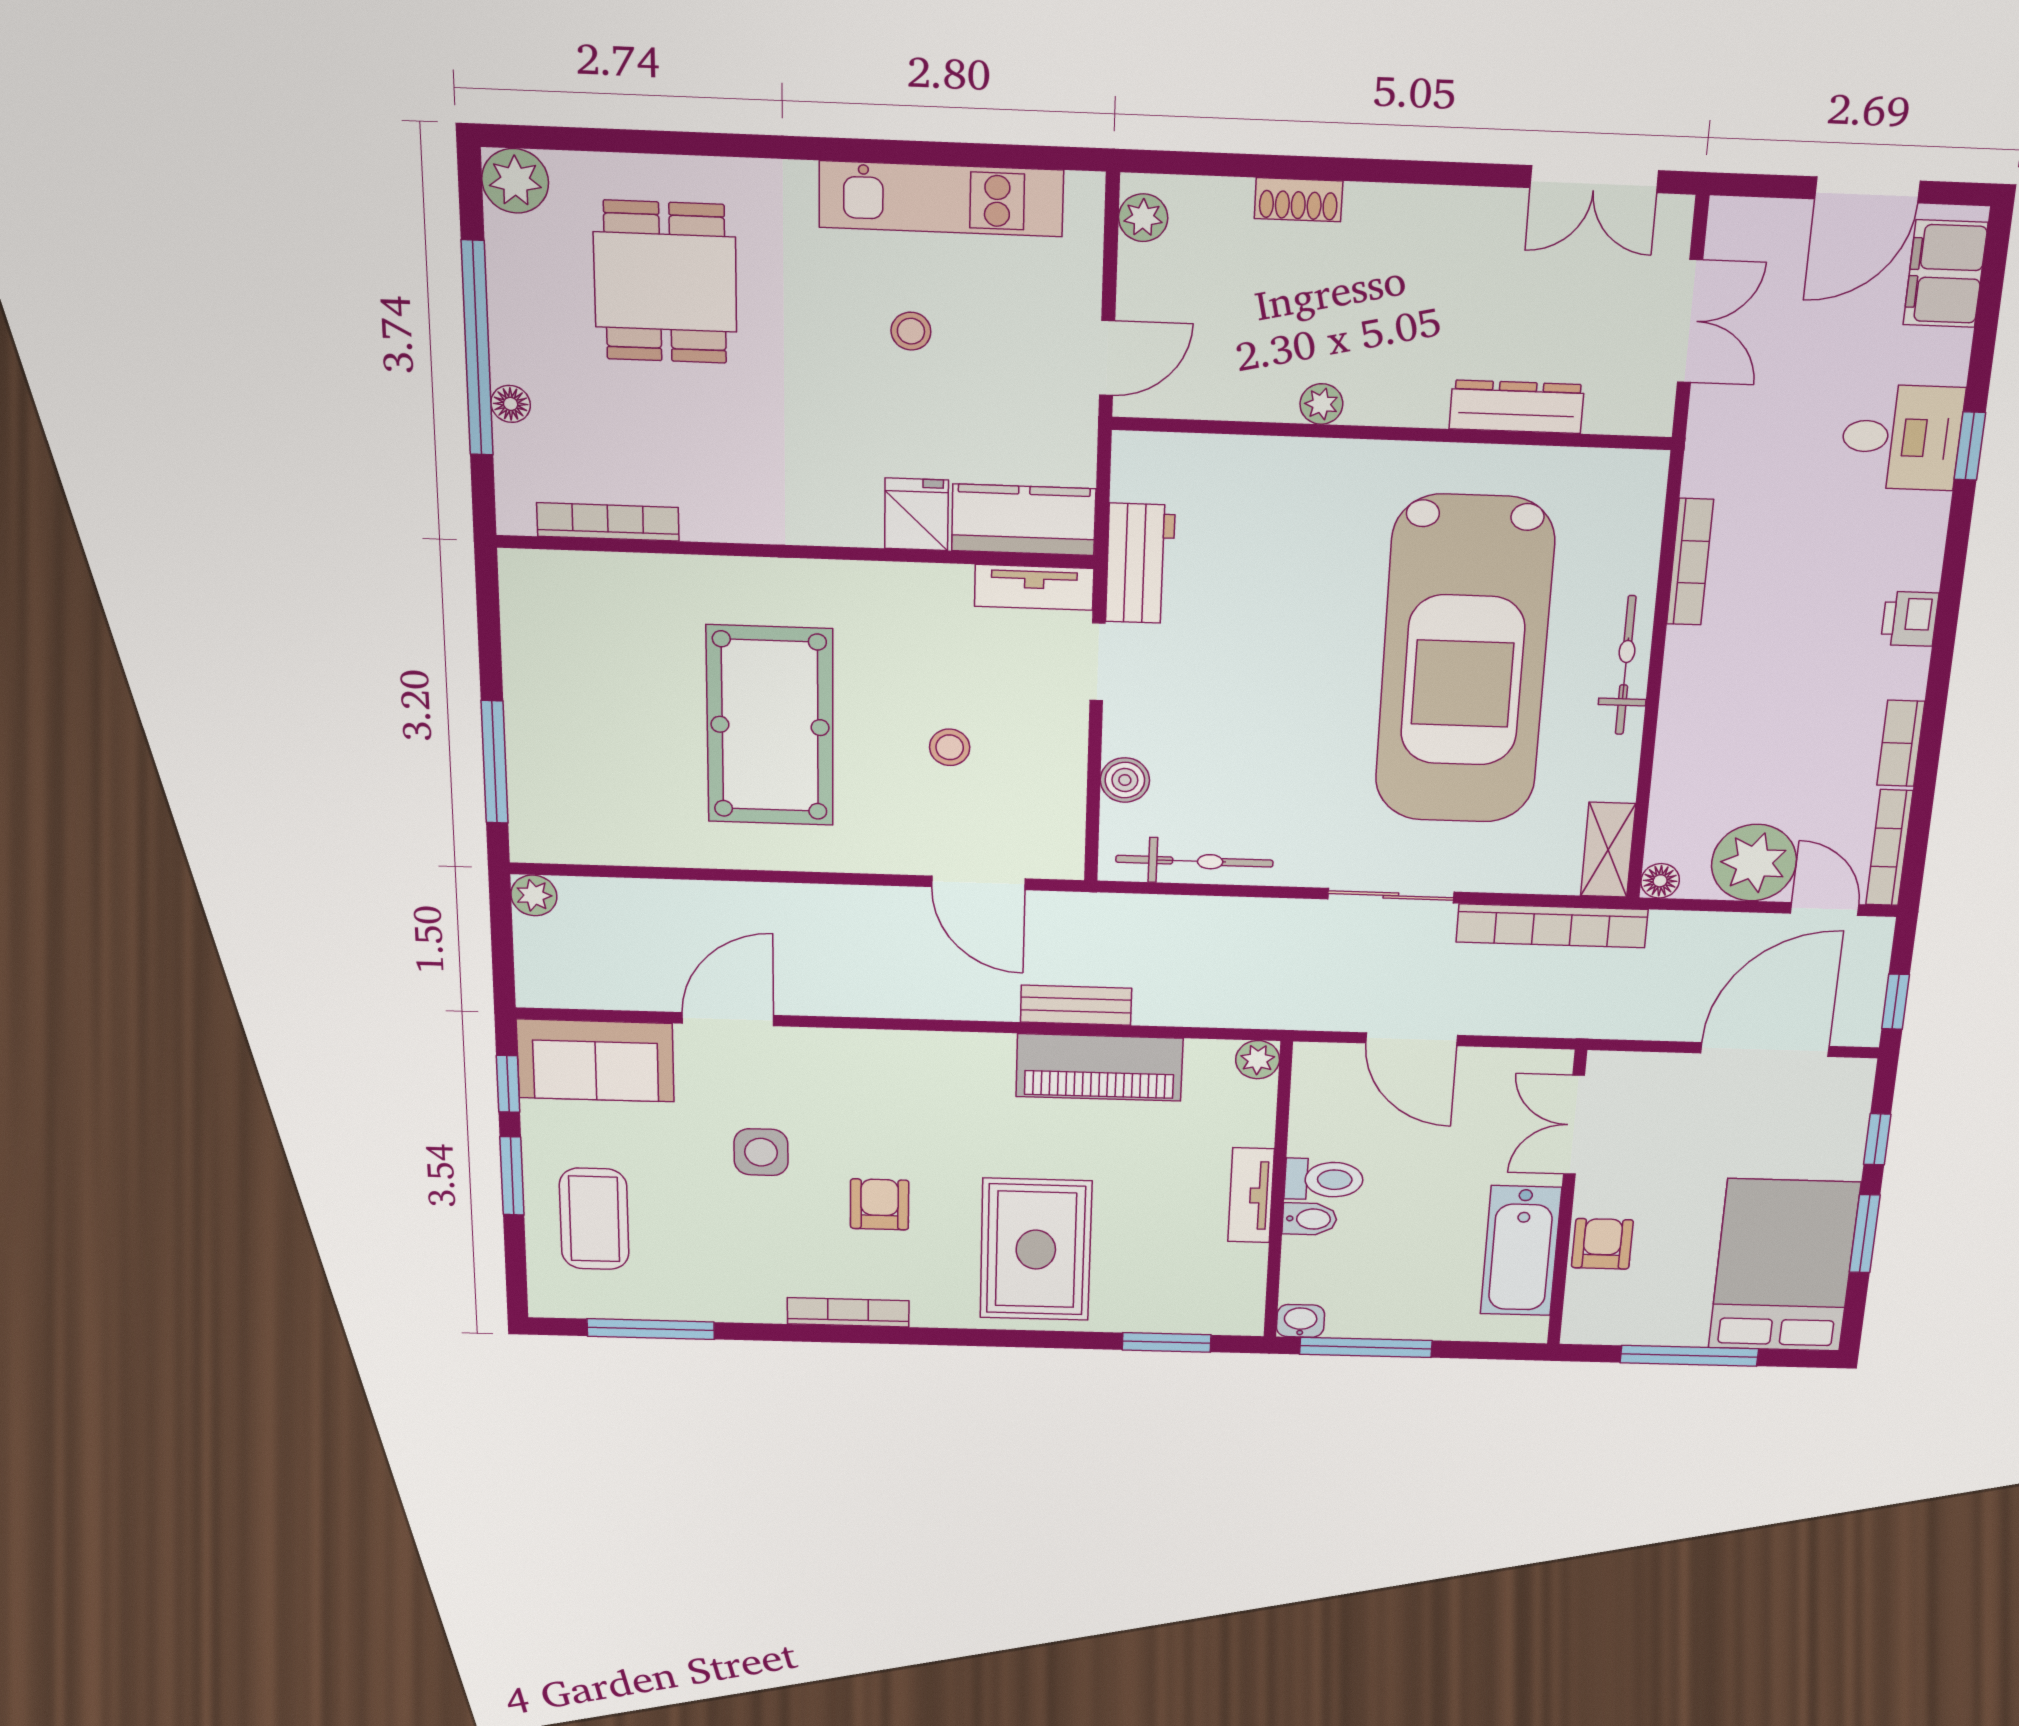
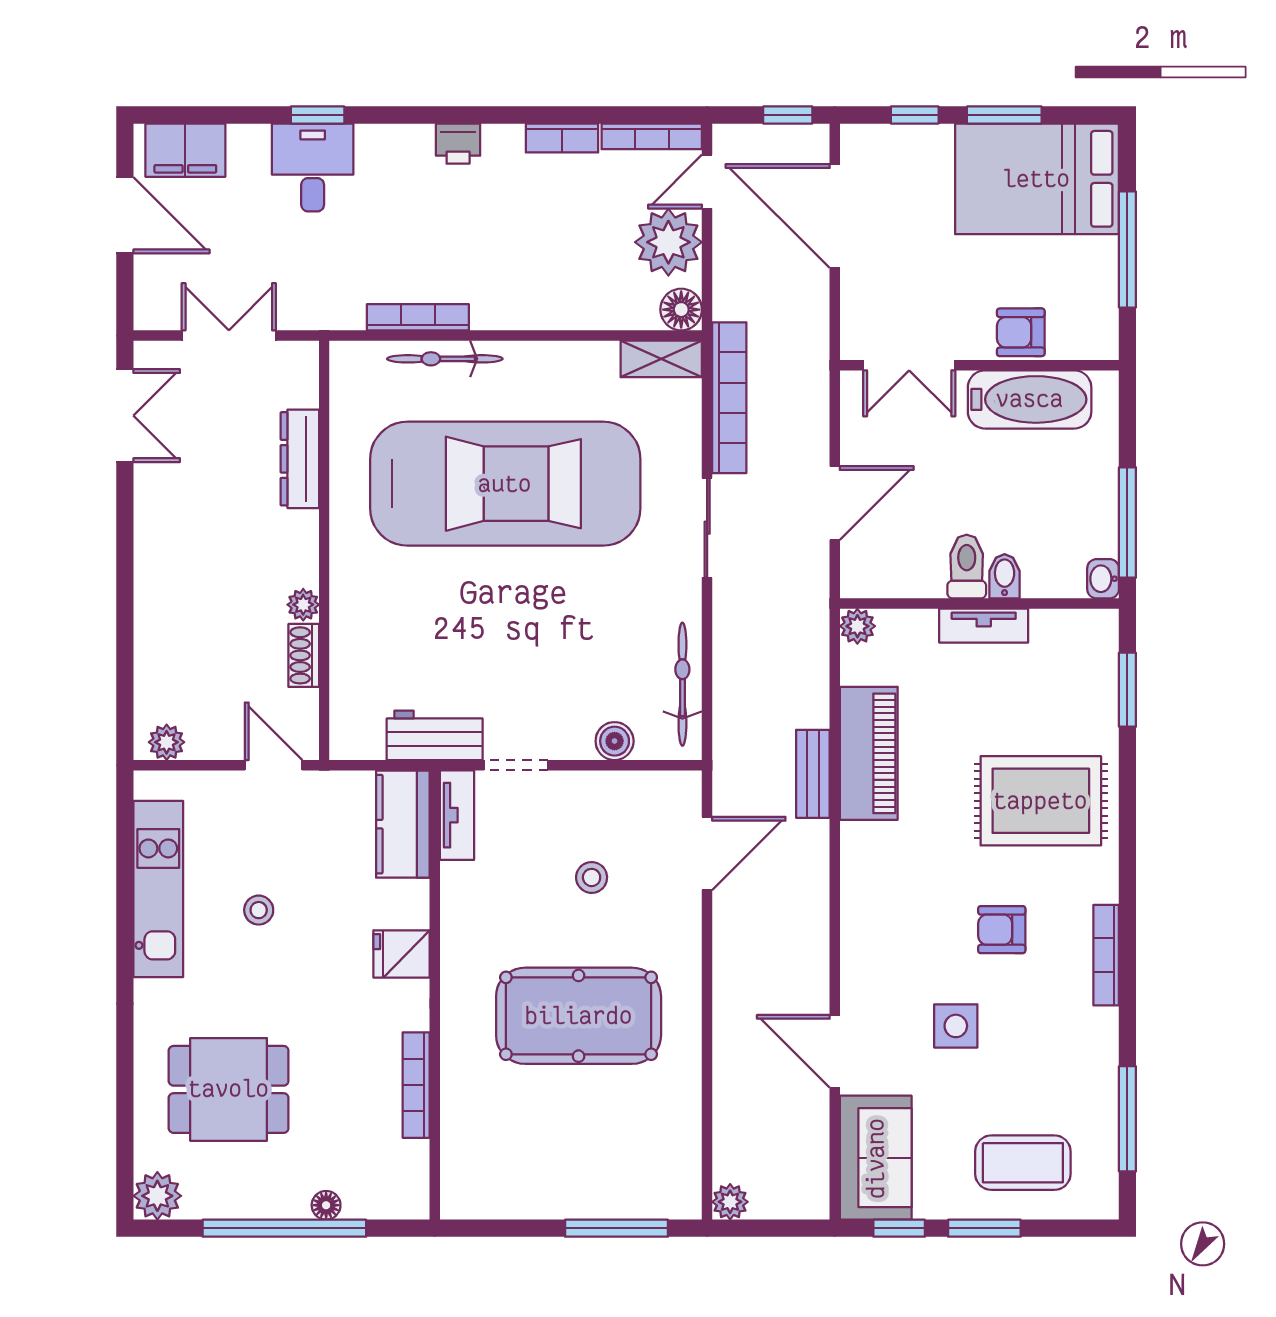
shoe rack: (1298, 200) -> (304, 655), moved, turned 180
fridge: (916, 514) -> (401, 954), moved
bookcase: (608, 522) -> (416, 1085), moved
bicycle: (1626, 665) -> (445, 359), moved
floor lamp: (1660, 881) -> (681, 310), width x1.37, depth x1.37

